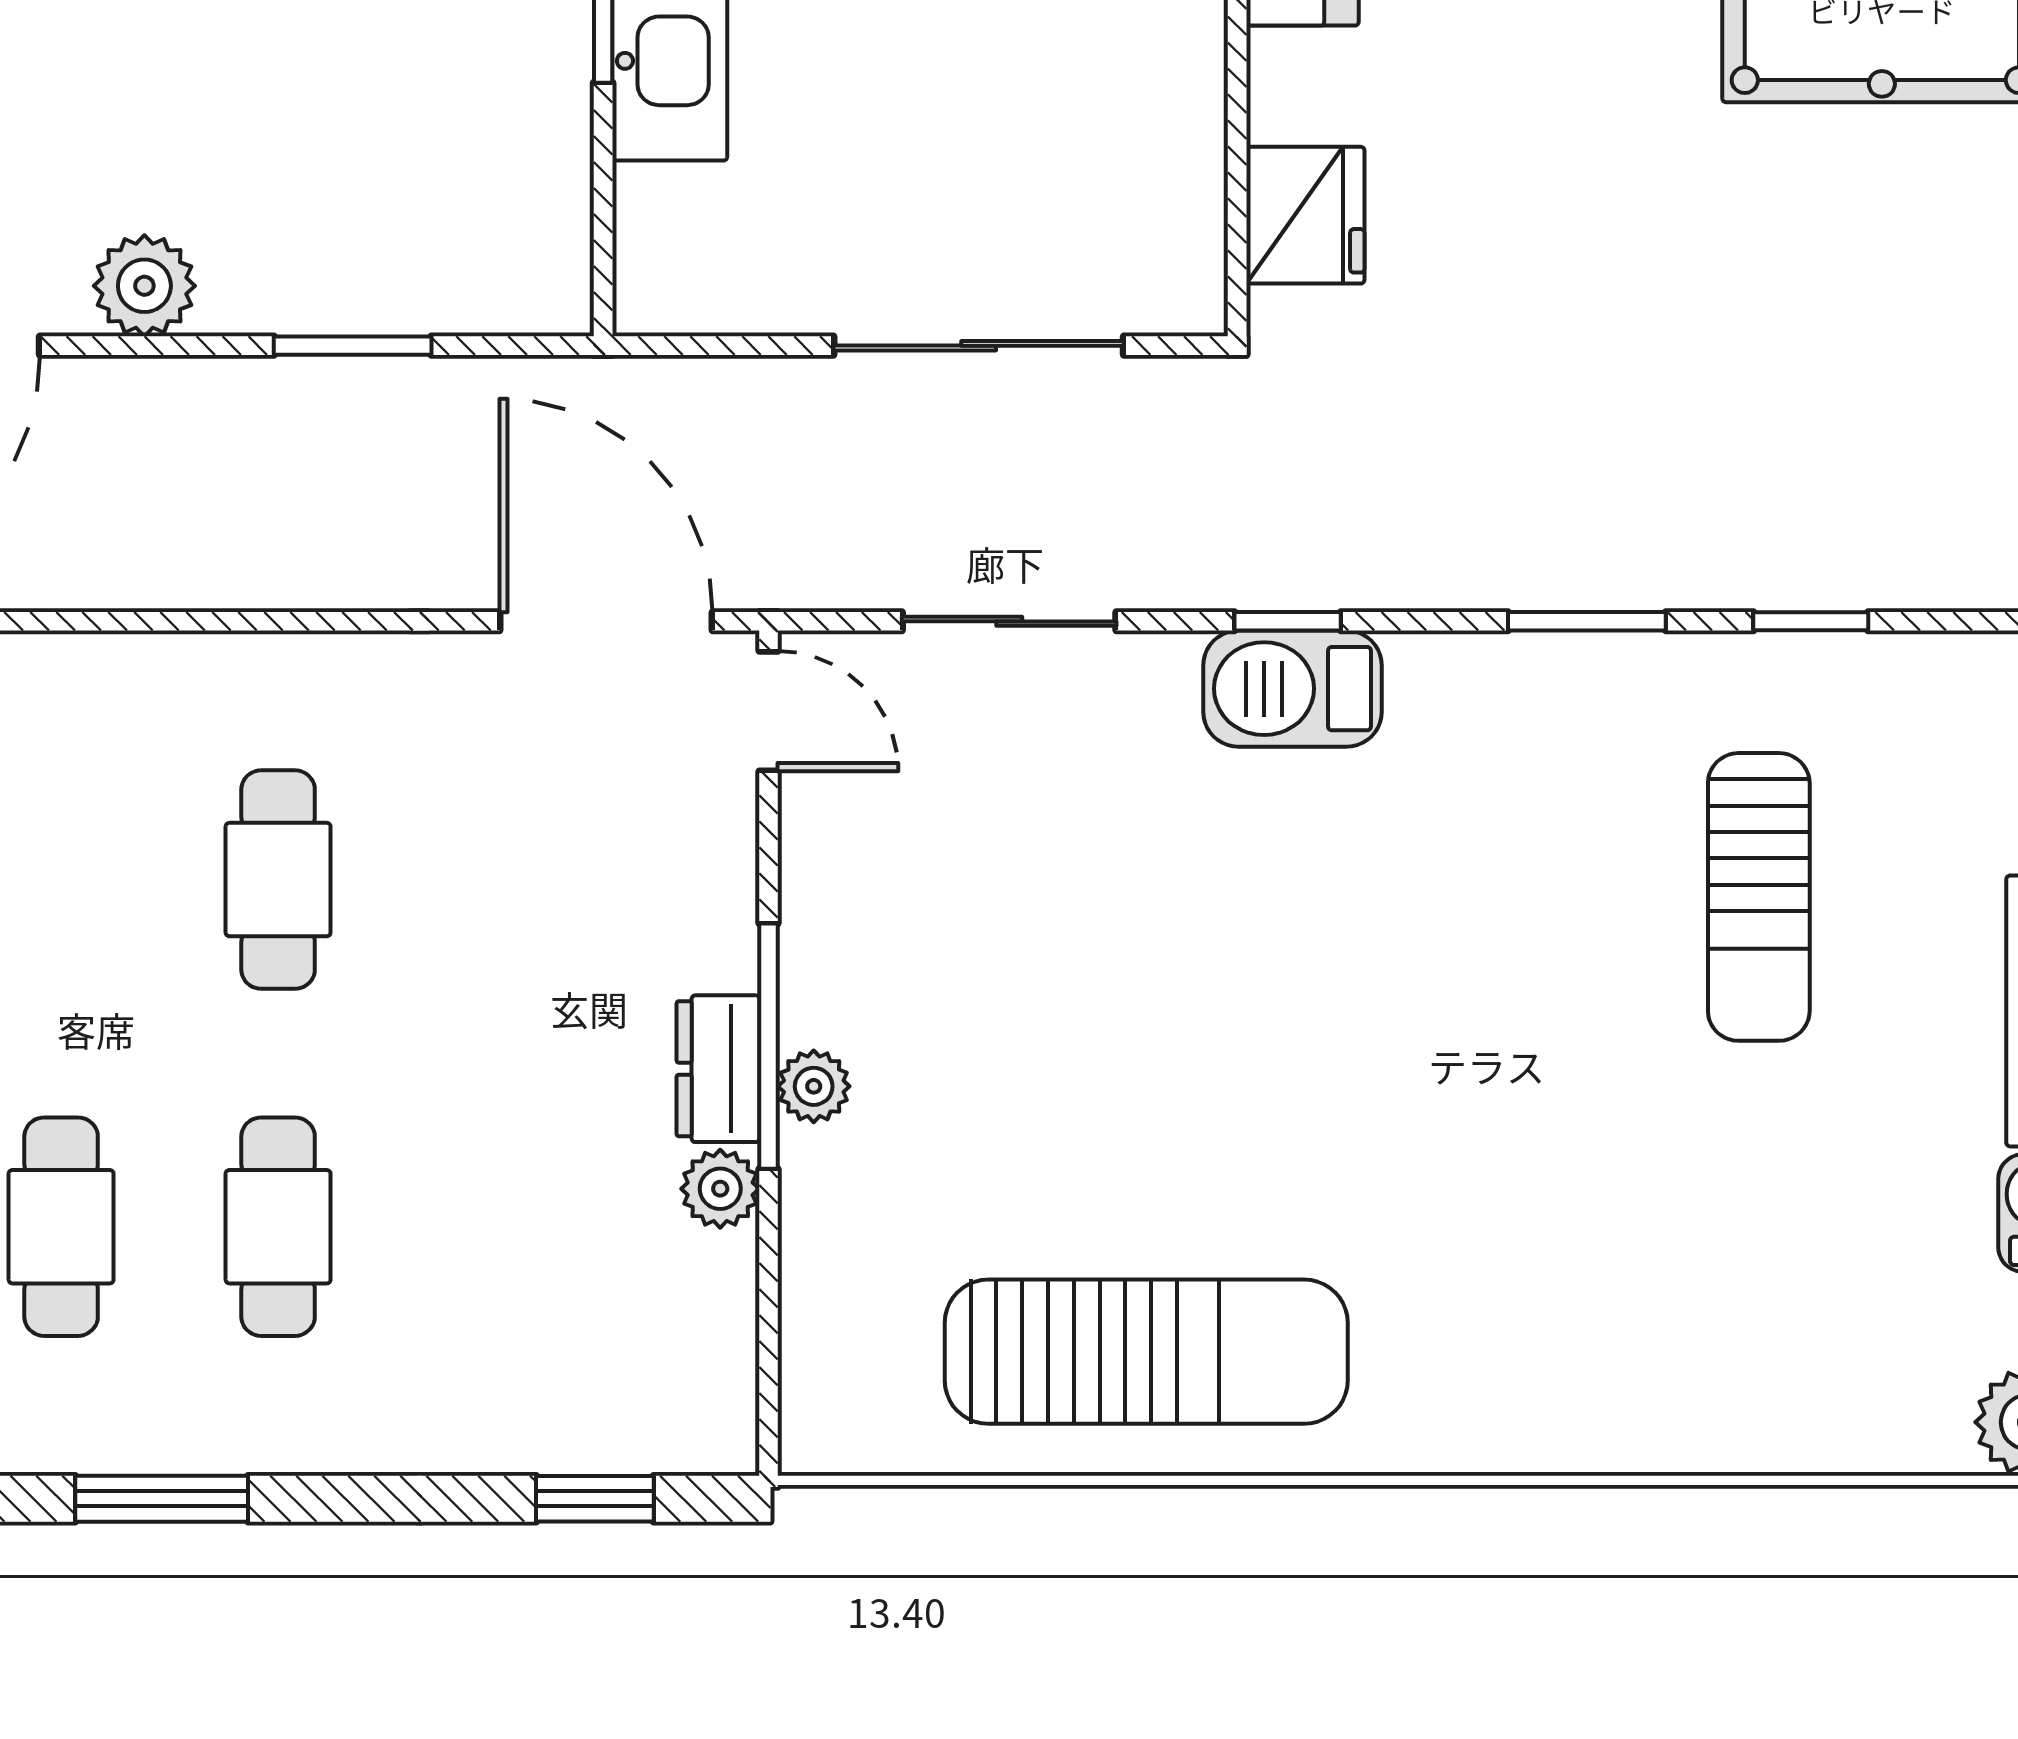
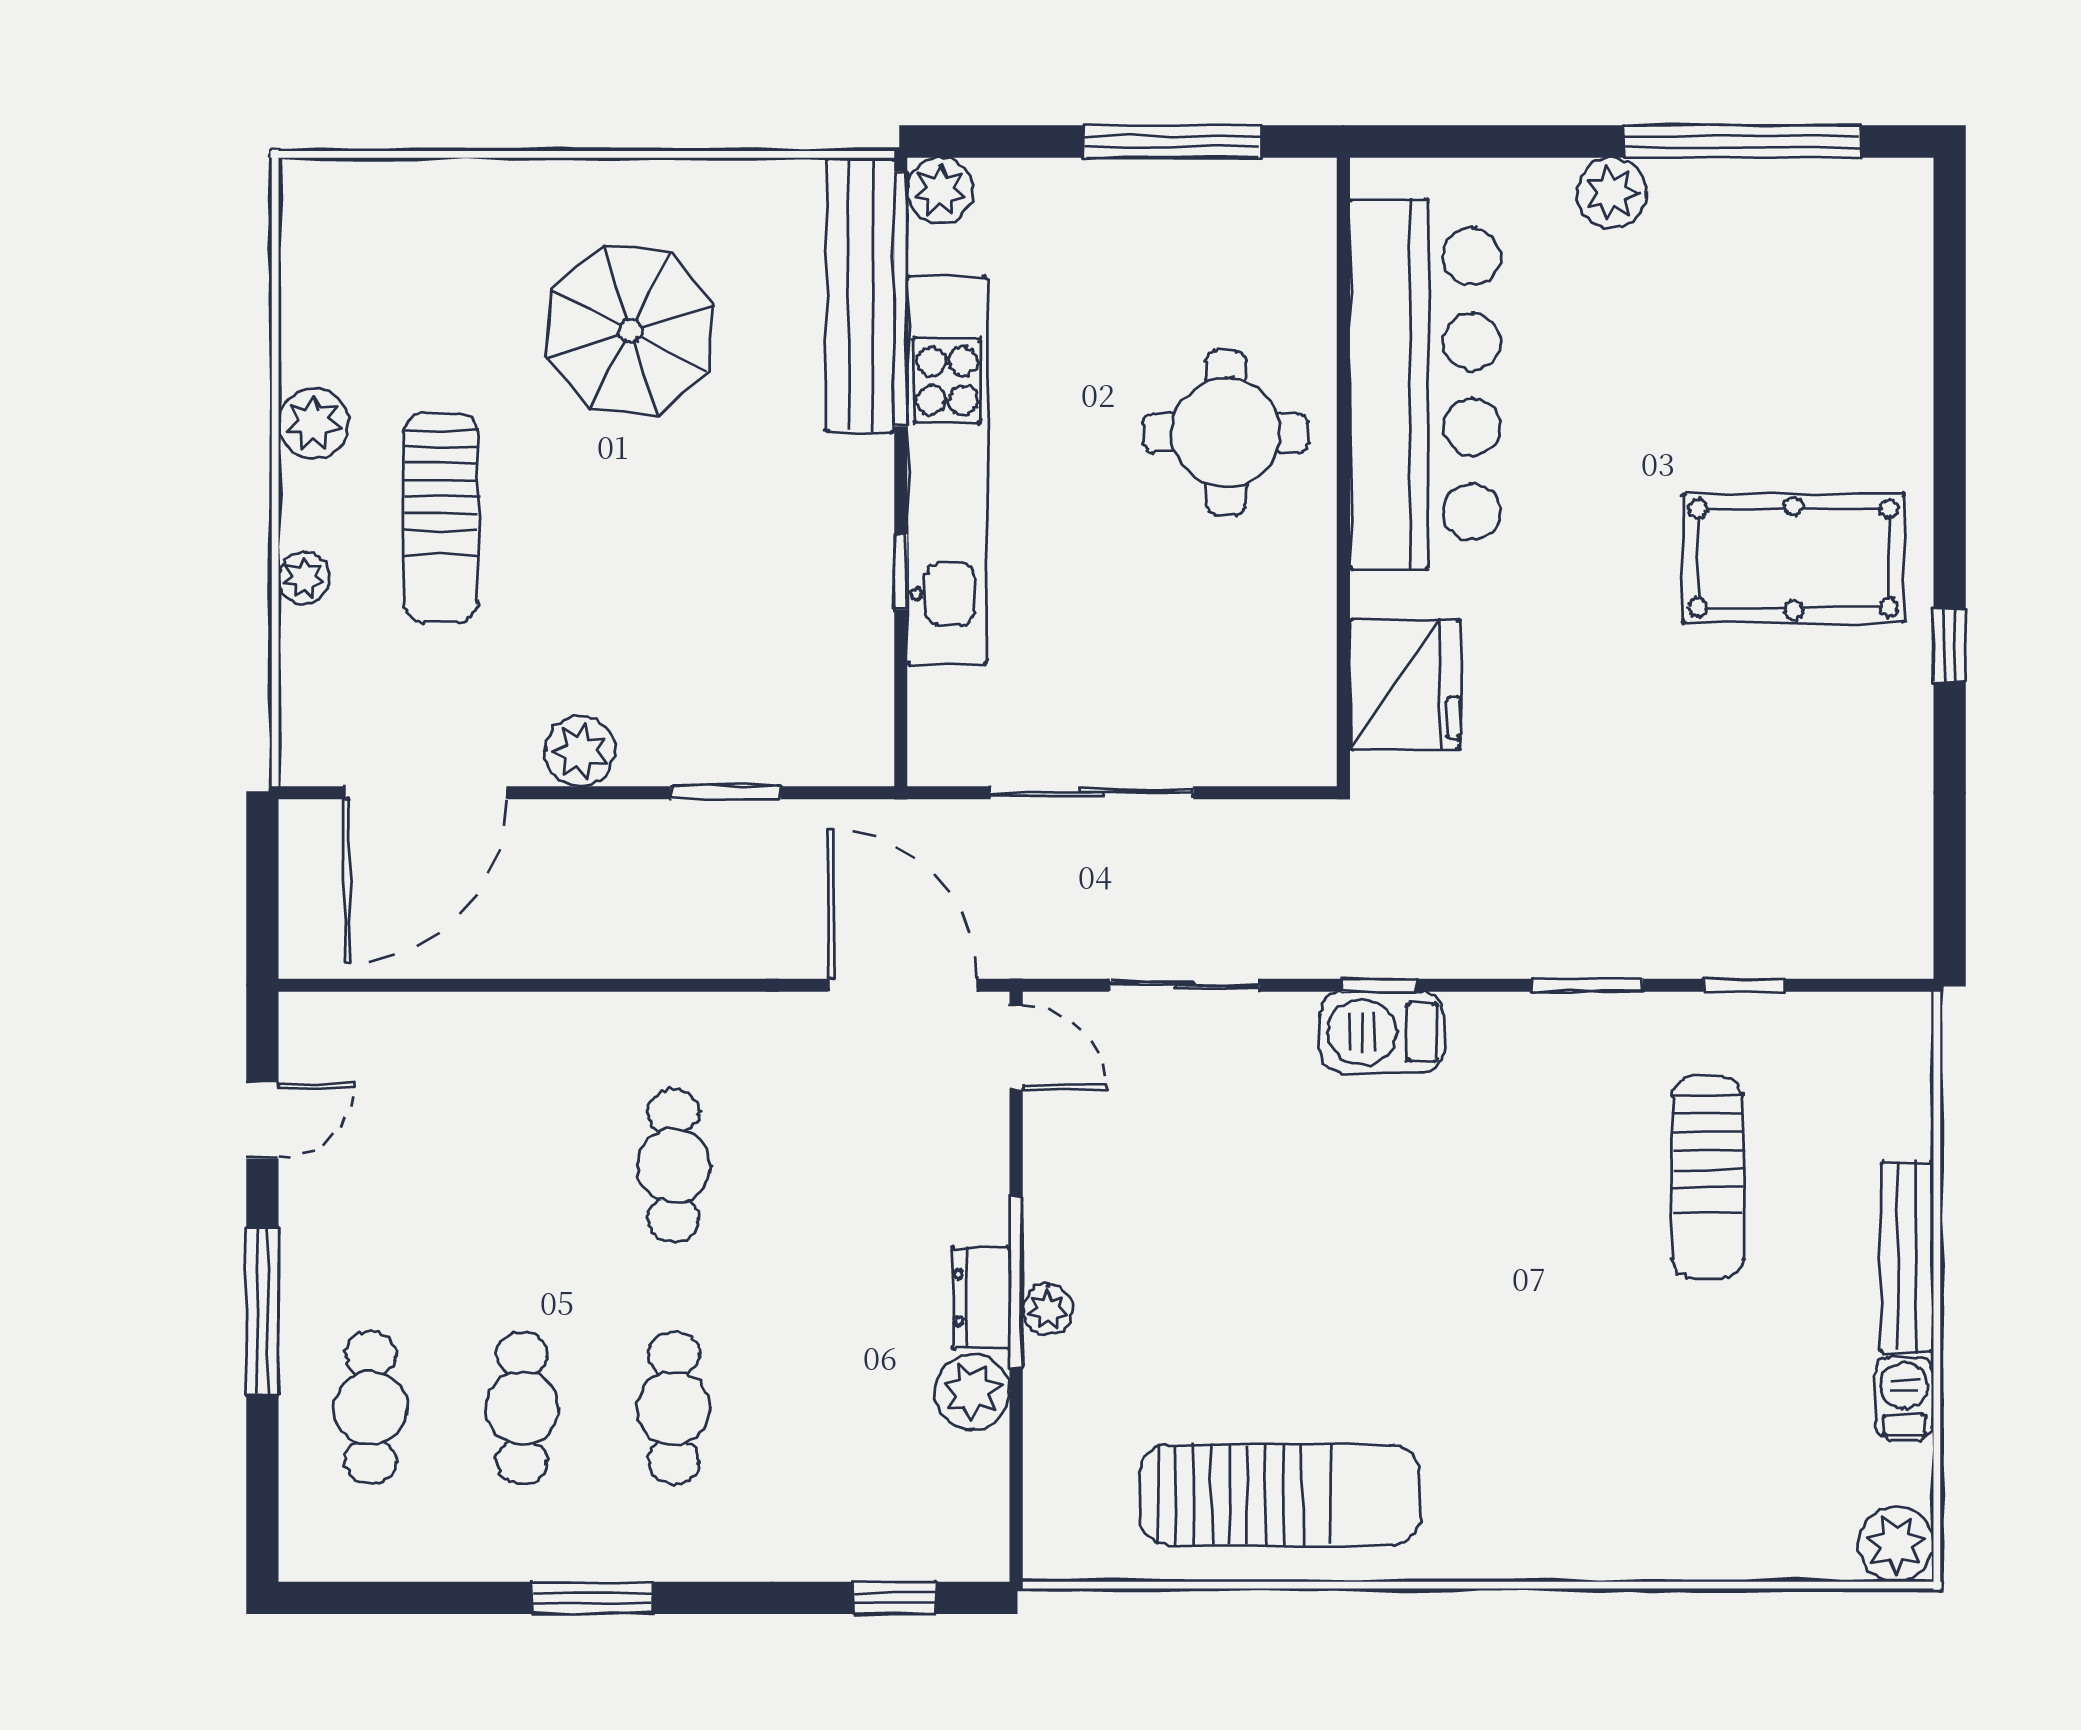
fridge: (1305, 215) -> (1405, 684), width x1.36, depth x1.34
sliding door: (979, 346) -> (1092, 793), moved
plant: (720, 1189) -> (972, 1392), width x1.38, depth x1.38

